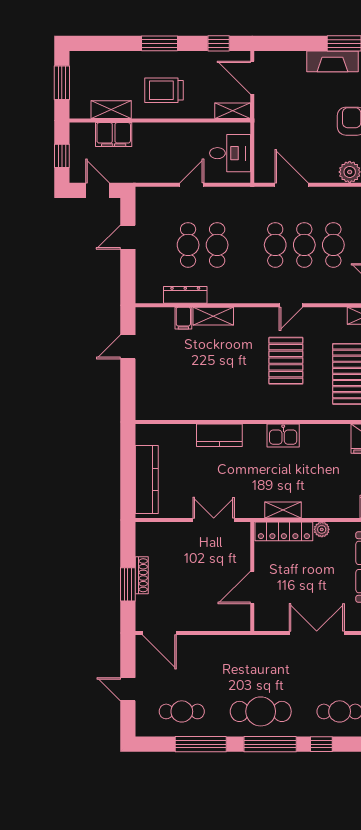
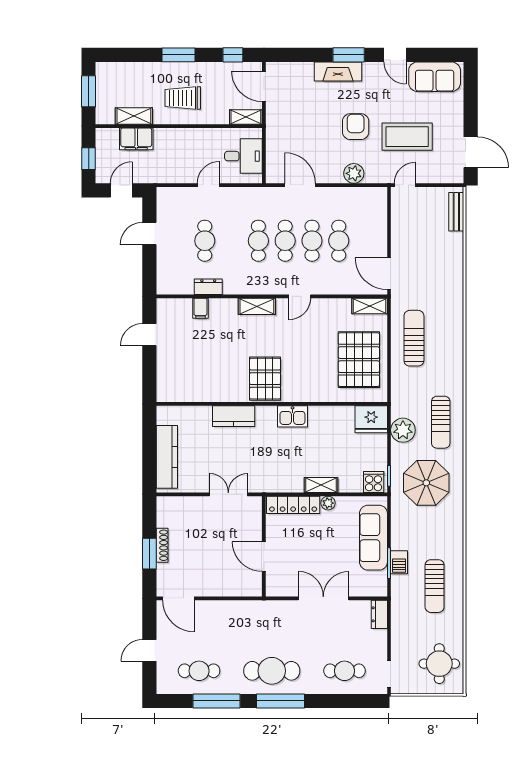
door: (98, 190) -> (121, 190), hinge flipped
cafe table: (217, 245) -> (258, 241), moved
dresser: (185, 295) -> (208, 287), width x0.70
shelving: (213, 316) -> (257, 306), moved
pallet: (286, 361) -> (265, 379), moved
shelving: (283, 510) -> (321, 485), moved
door: (252, 587) -> (264, 557), hinge flipped
door: (128, 689) -> (149, 650), hinge flipped
window: (321, 744) -> (328, 701), removed

